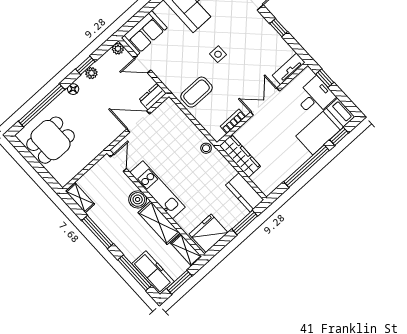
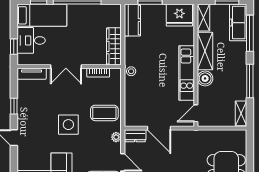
side table: (218, 54) -> (68, 125), width x1.87, depth x1.87
plant: (168, 81) -> (116, 137), added

